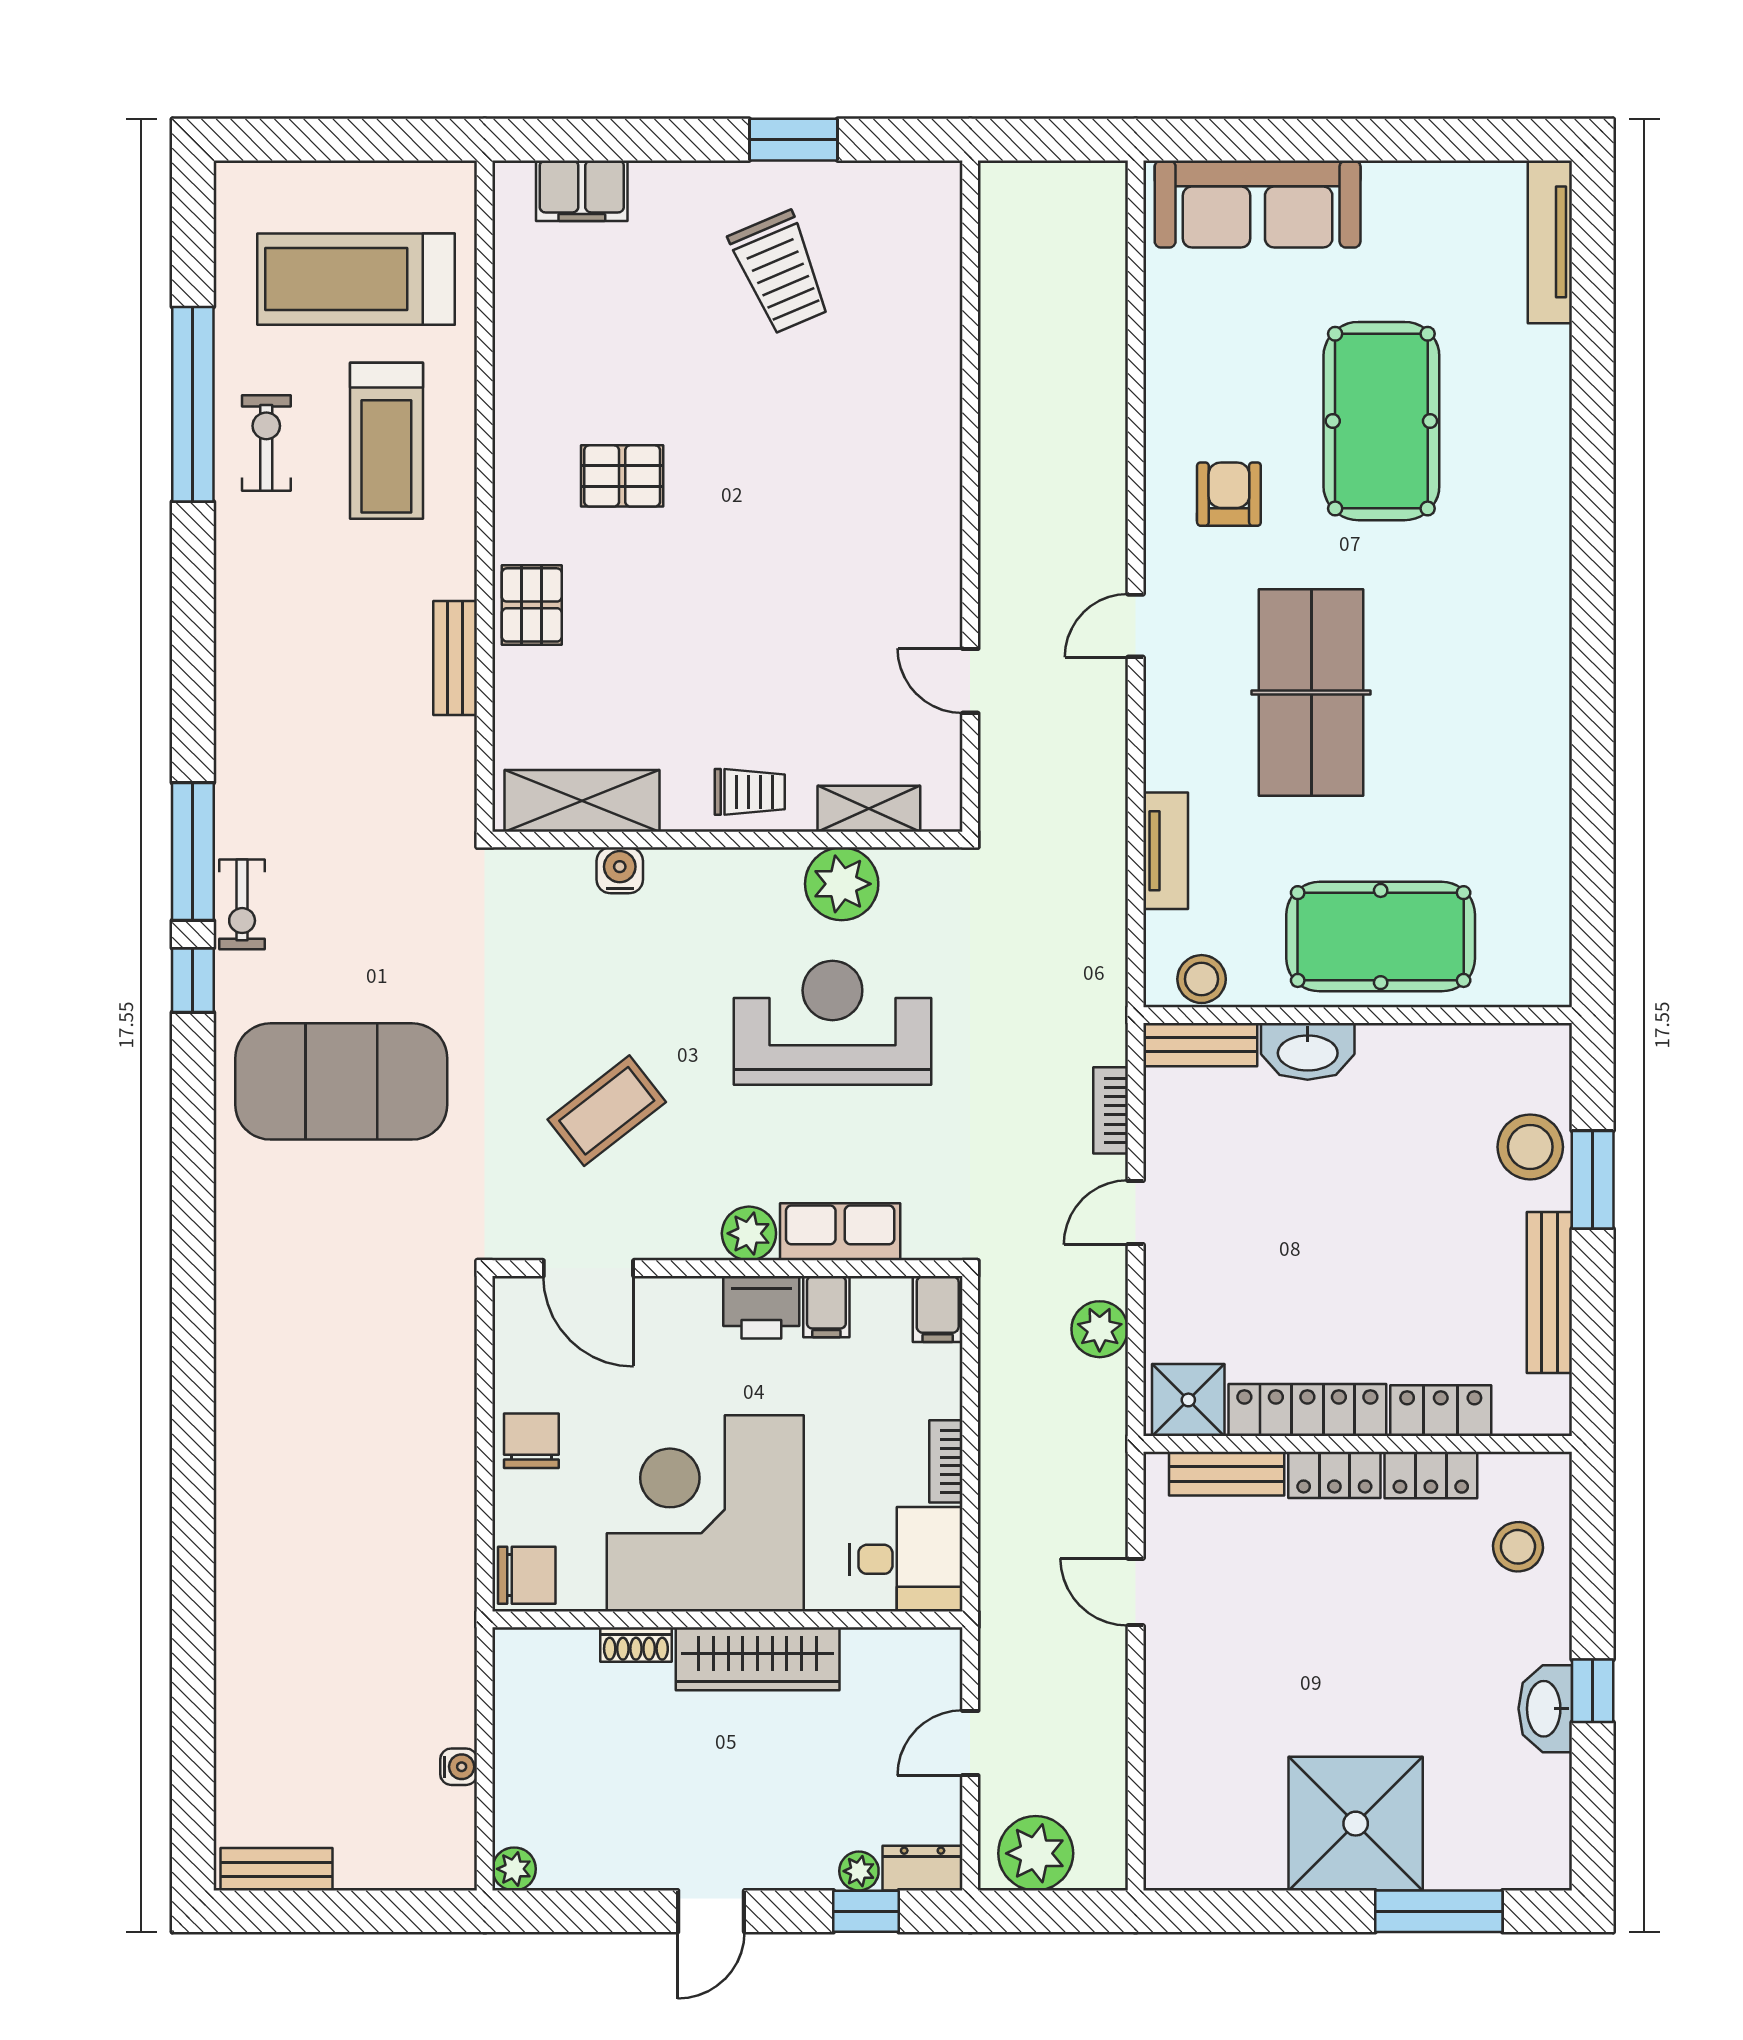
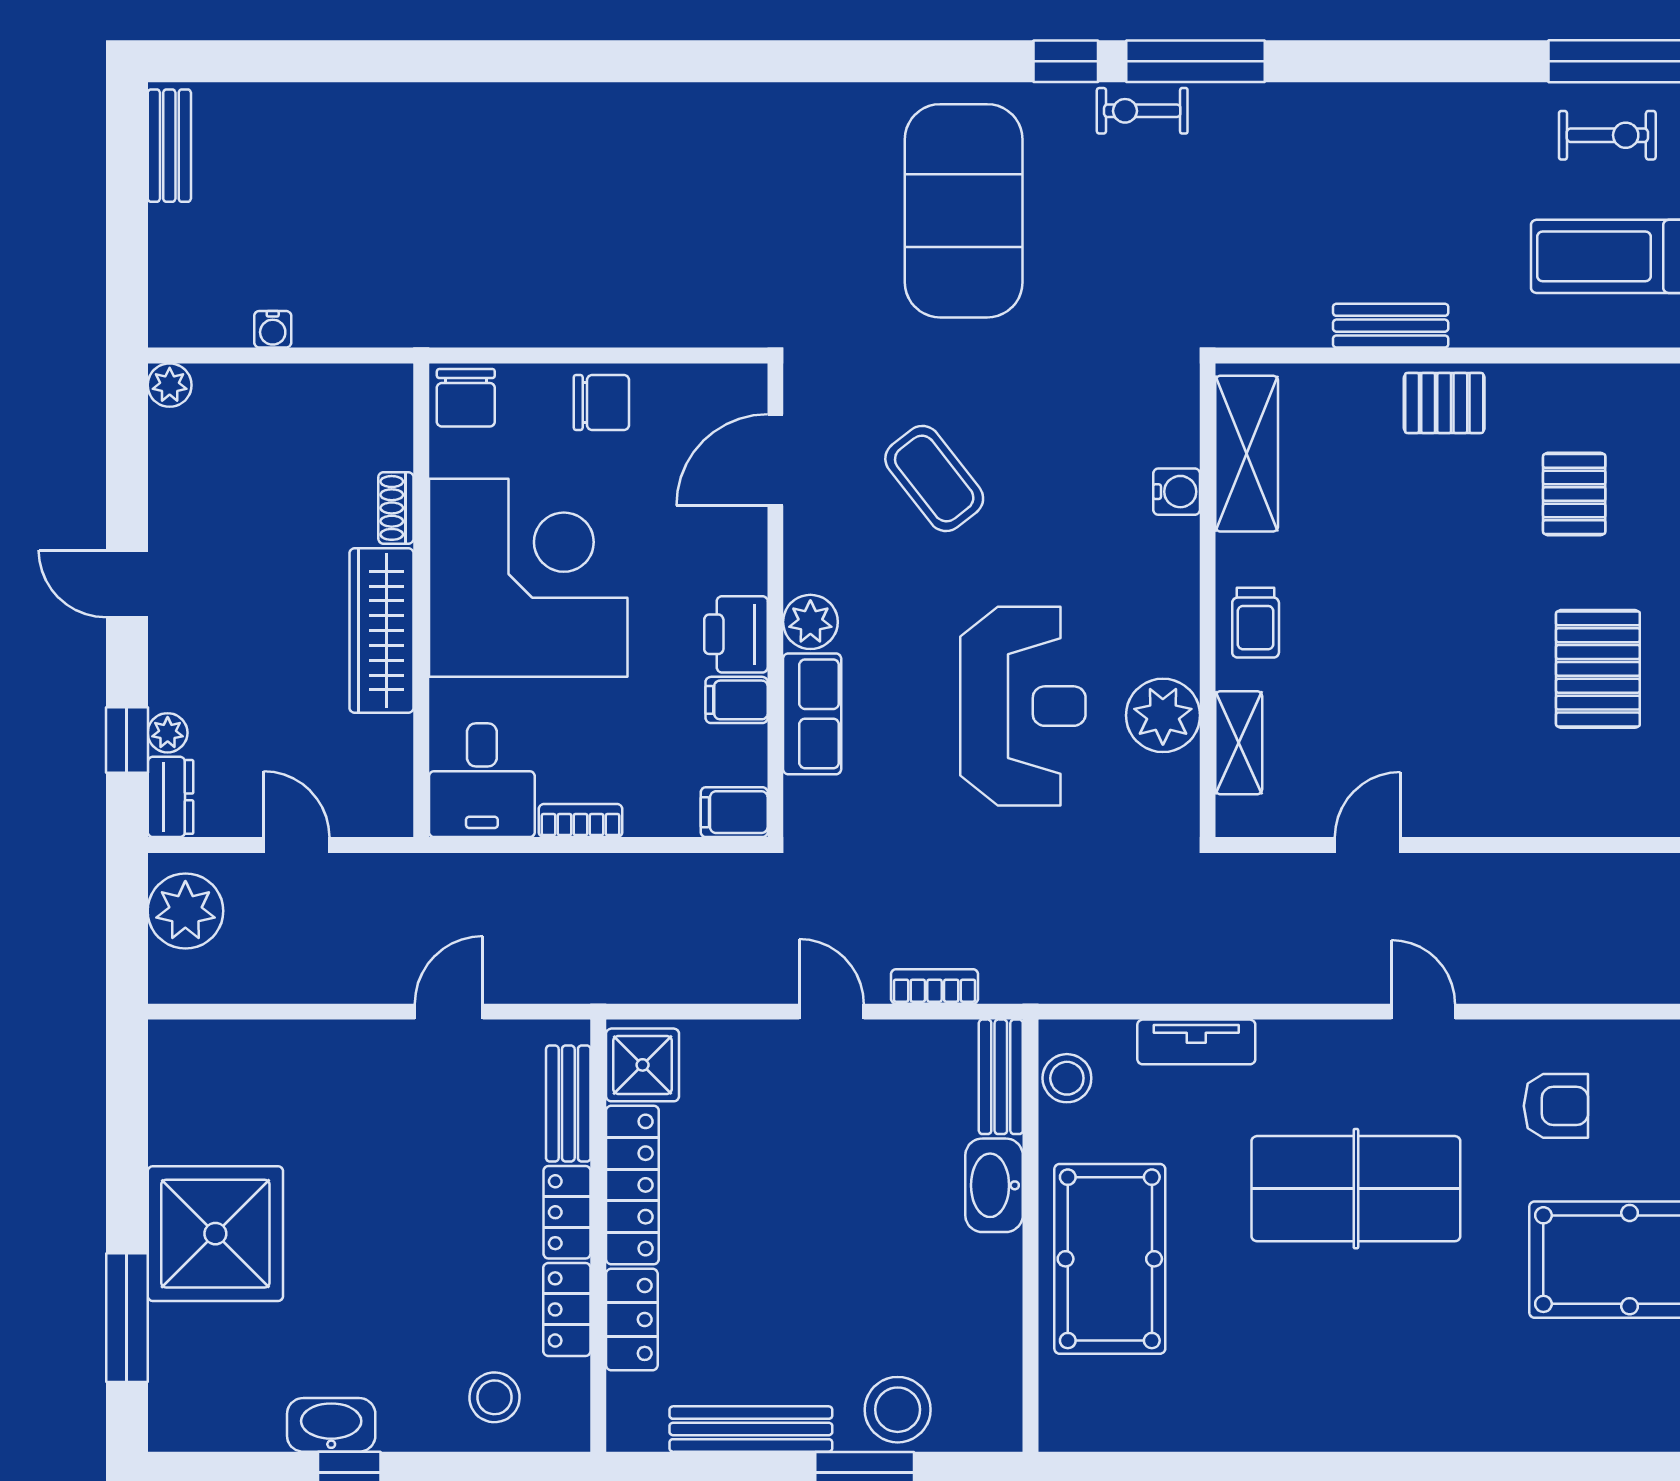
pallet: (796, 452) -> (1598, 669), added
plant: (1100, 1329) -> (714, 976), removed

